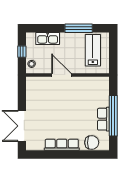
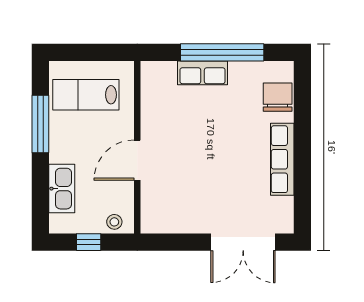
row of seats: (103, 119) -> (203, 73), moved

